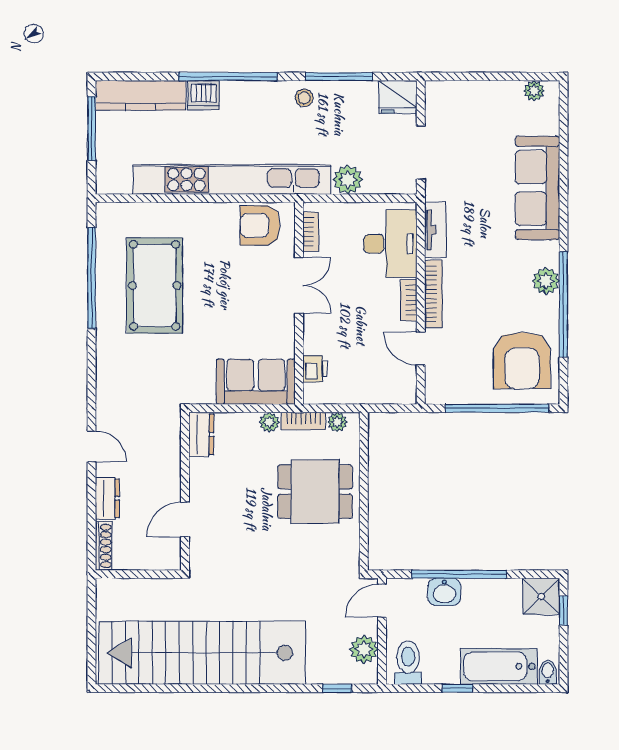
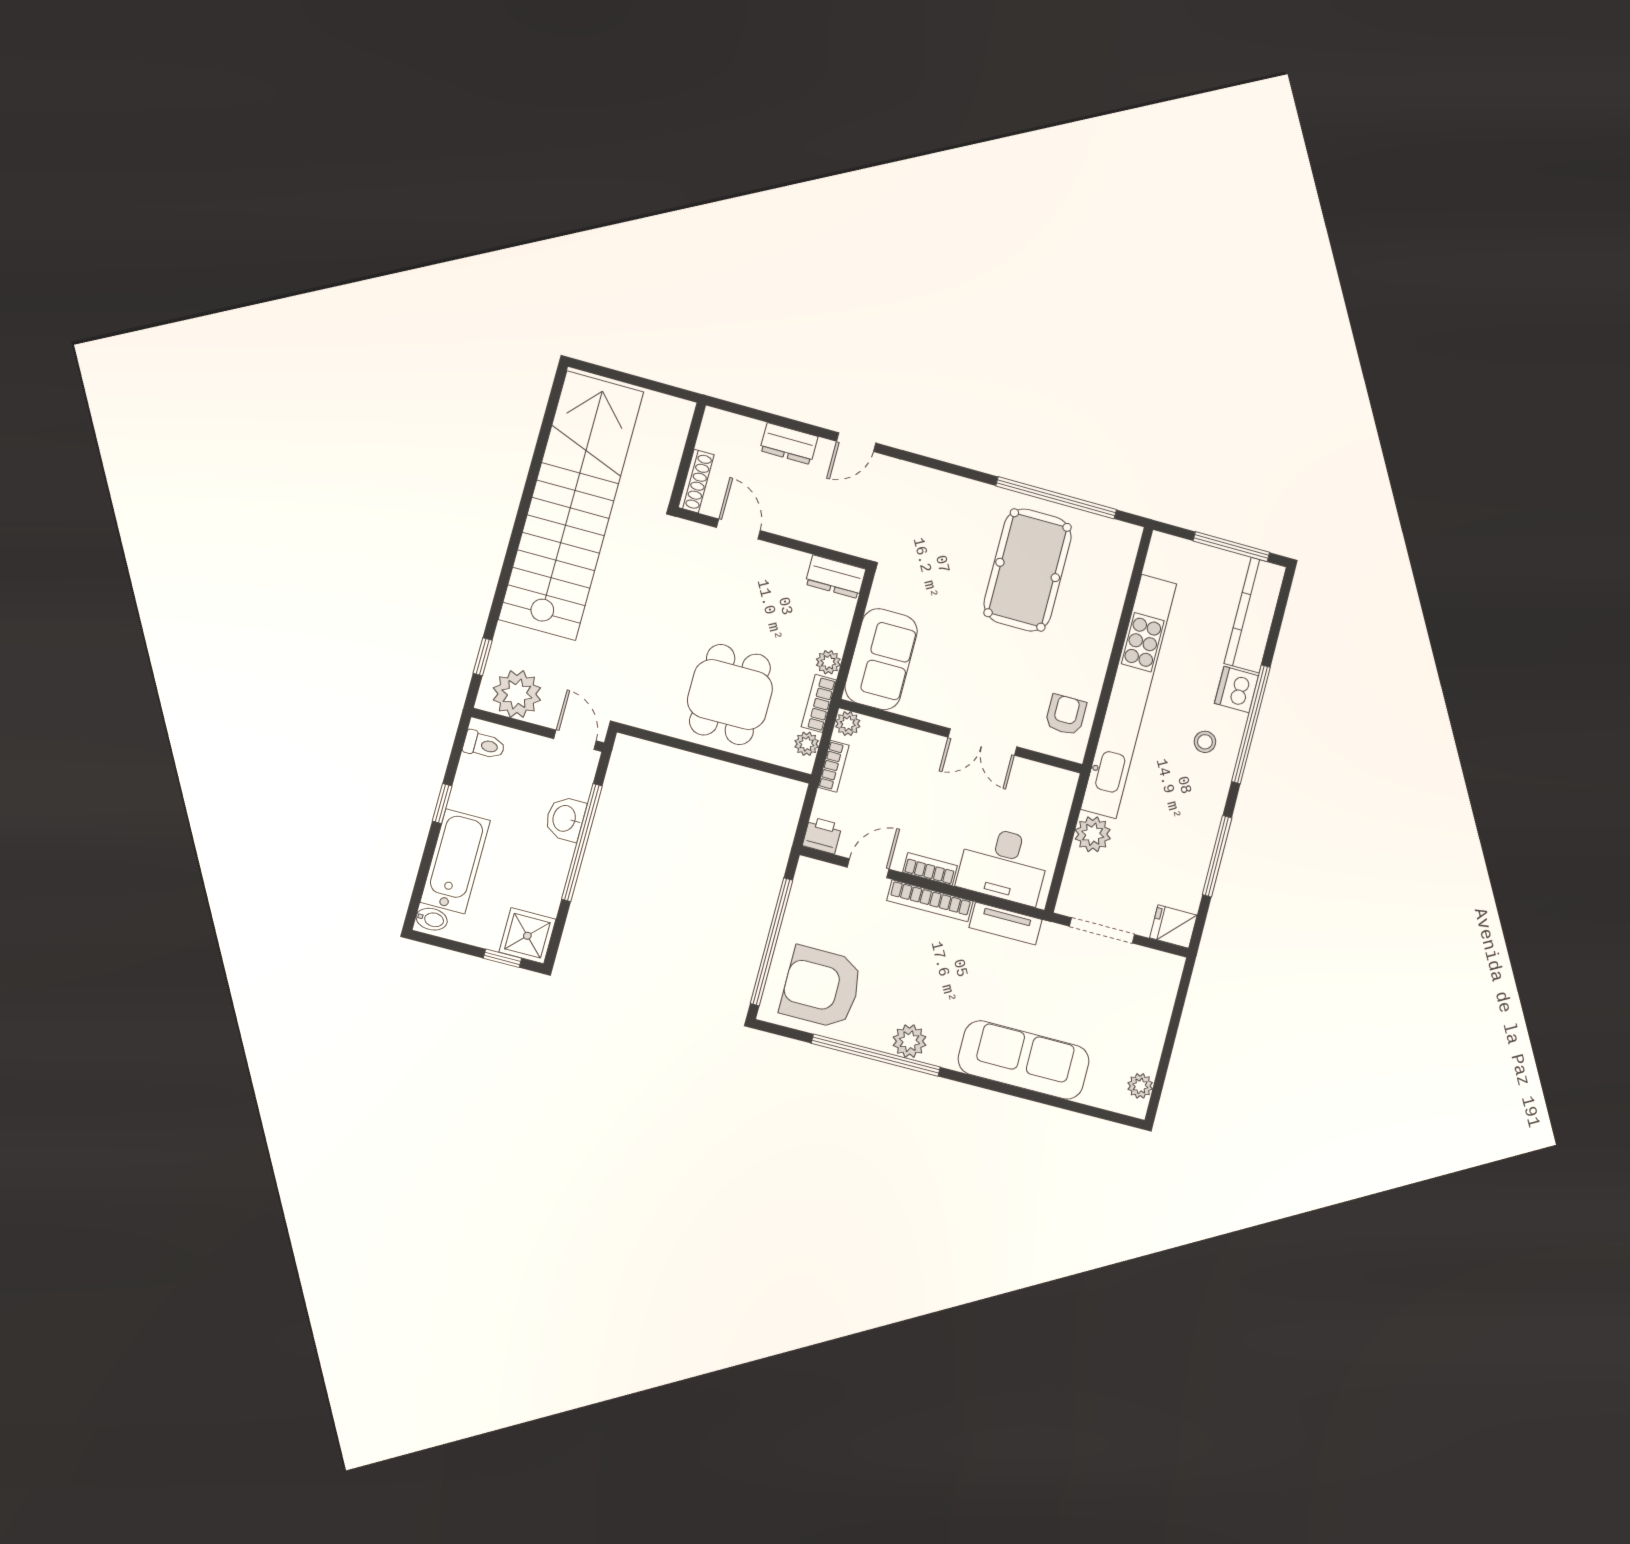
fridge: (398, 97) -> (1173, 927), width x0.72
stool: (304, 98) -> (1205, 742), moved
armchair: (260, 225) -> (1066, 715), width x0.72, depth x0.72
bookcase: (311, 232) -> (834, 766), moved, turned -90
pool table: (155, 285) -> (1028, 570), turned 90
printer: (315, 369) -> (822, 835), moved, turned 180
plant: (313, 394) -> (848, 724), added
shoe rack: (104, 546) -> (696, 481), moved, turned -90
plant: (364, 649) -> (517, 694), width x1.36, depth x1.36
toilet: (408, 663) -> (484, 745), width x0.73, depth x0.72

